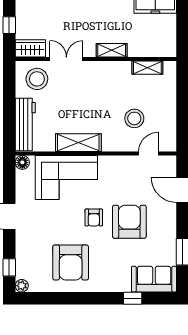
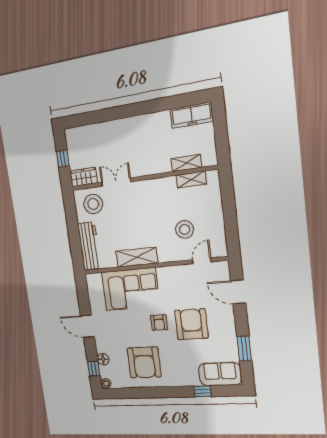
shelving: (112, 50) -> (186, 163), moved
floor lamp: (22, 162) -> (103, 359), moved

